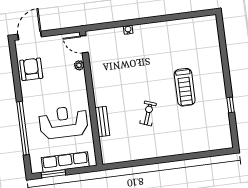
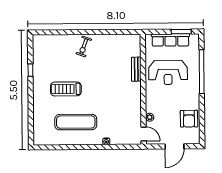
door: (30, 35) -> (174, 146), moved
exercise mat: (168, 49) -> (76, 122), added
treadmill: (185, 87) -> (66, 89), turned -90
exercise bike: (148, 113) -> (84, 47), moved

